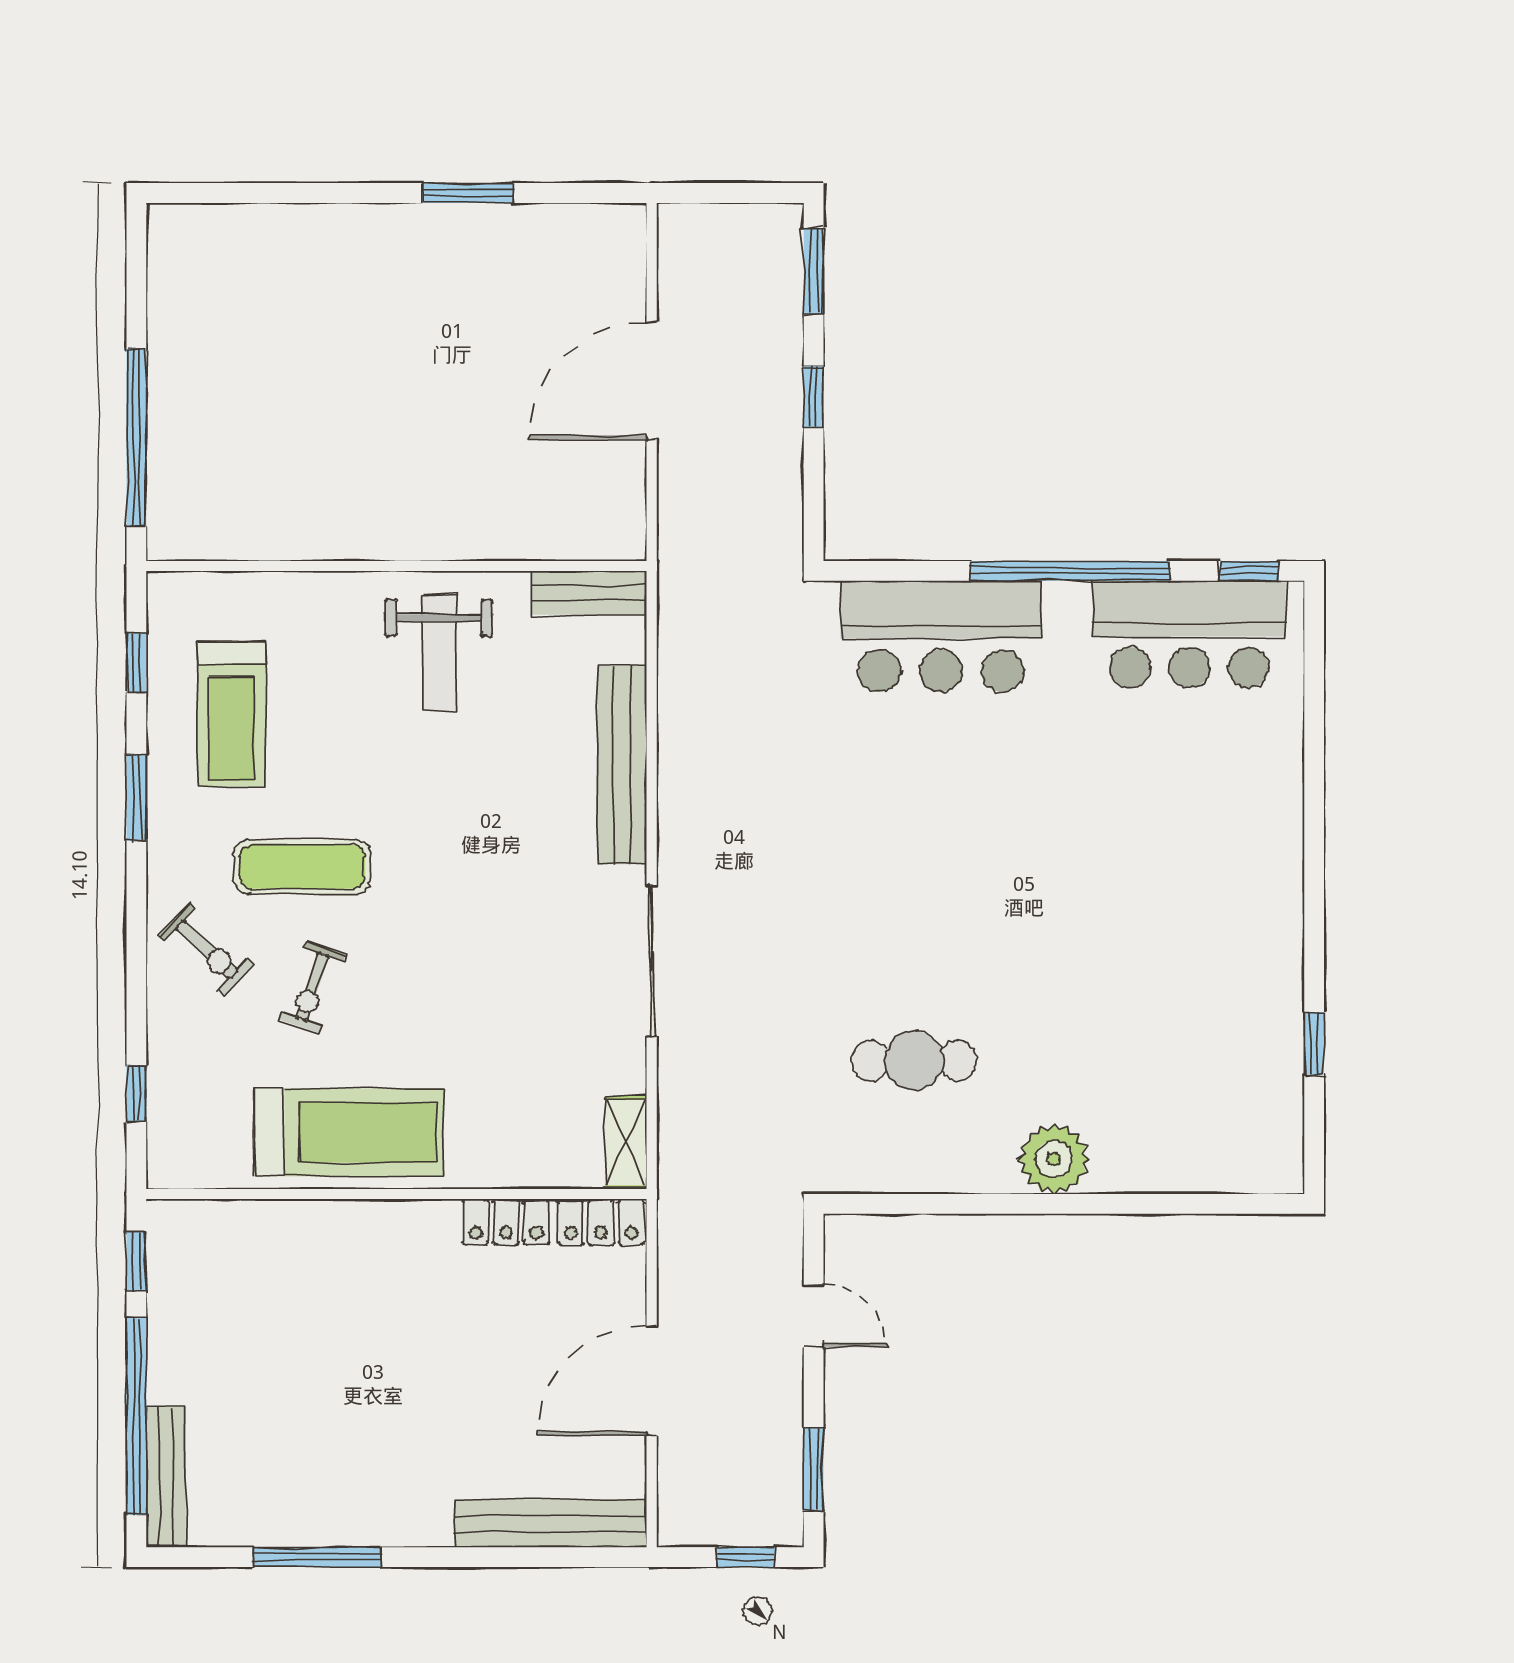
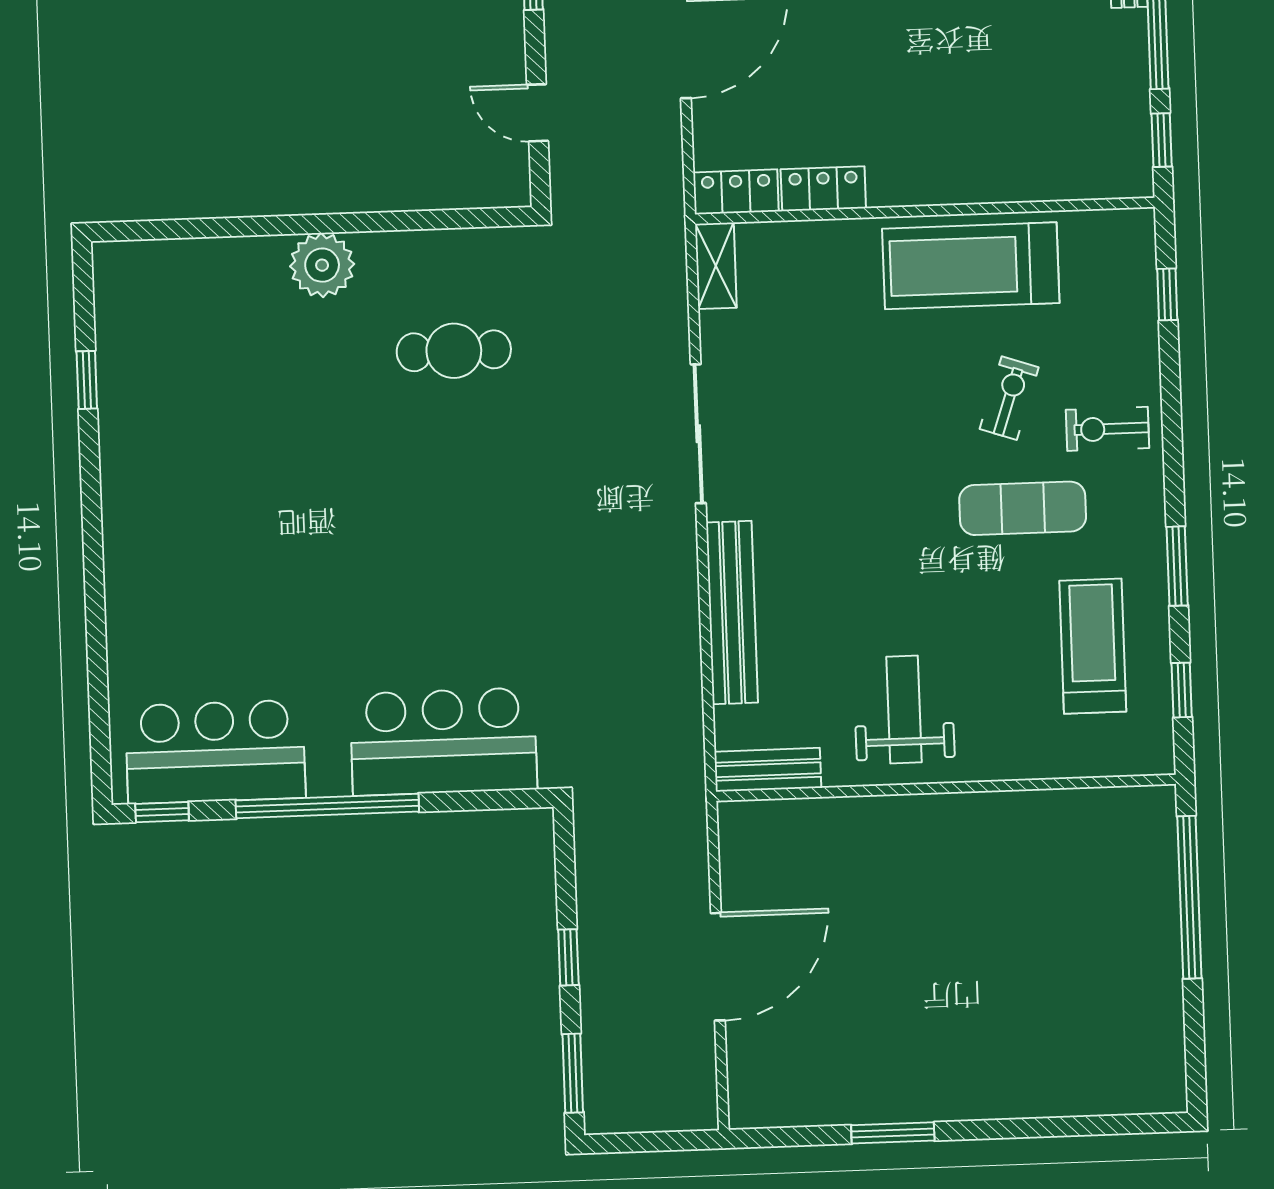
exercise bike: (207, 950) -> (1107, 429), turned -43

